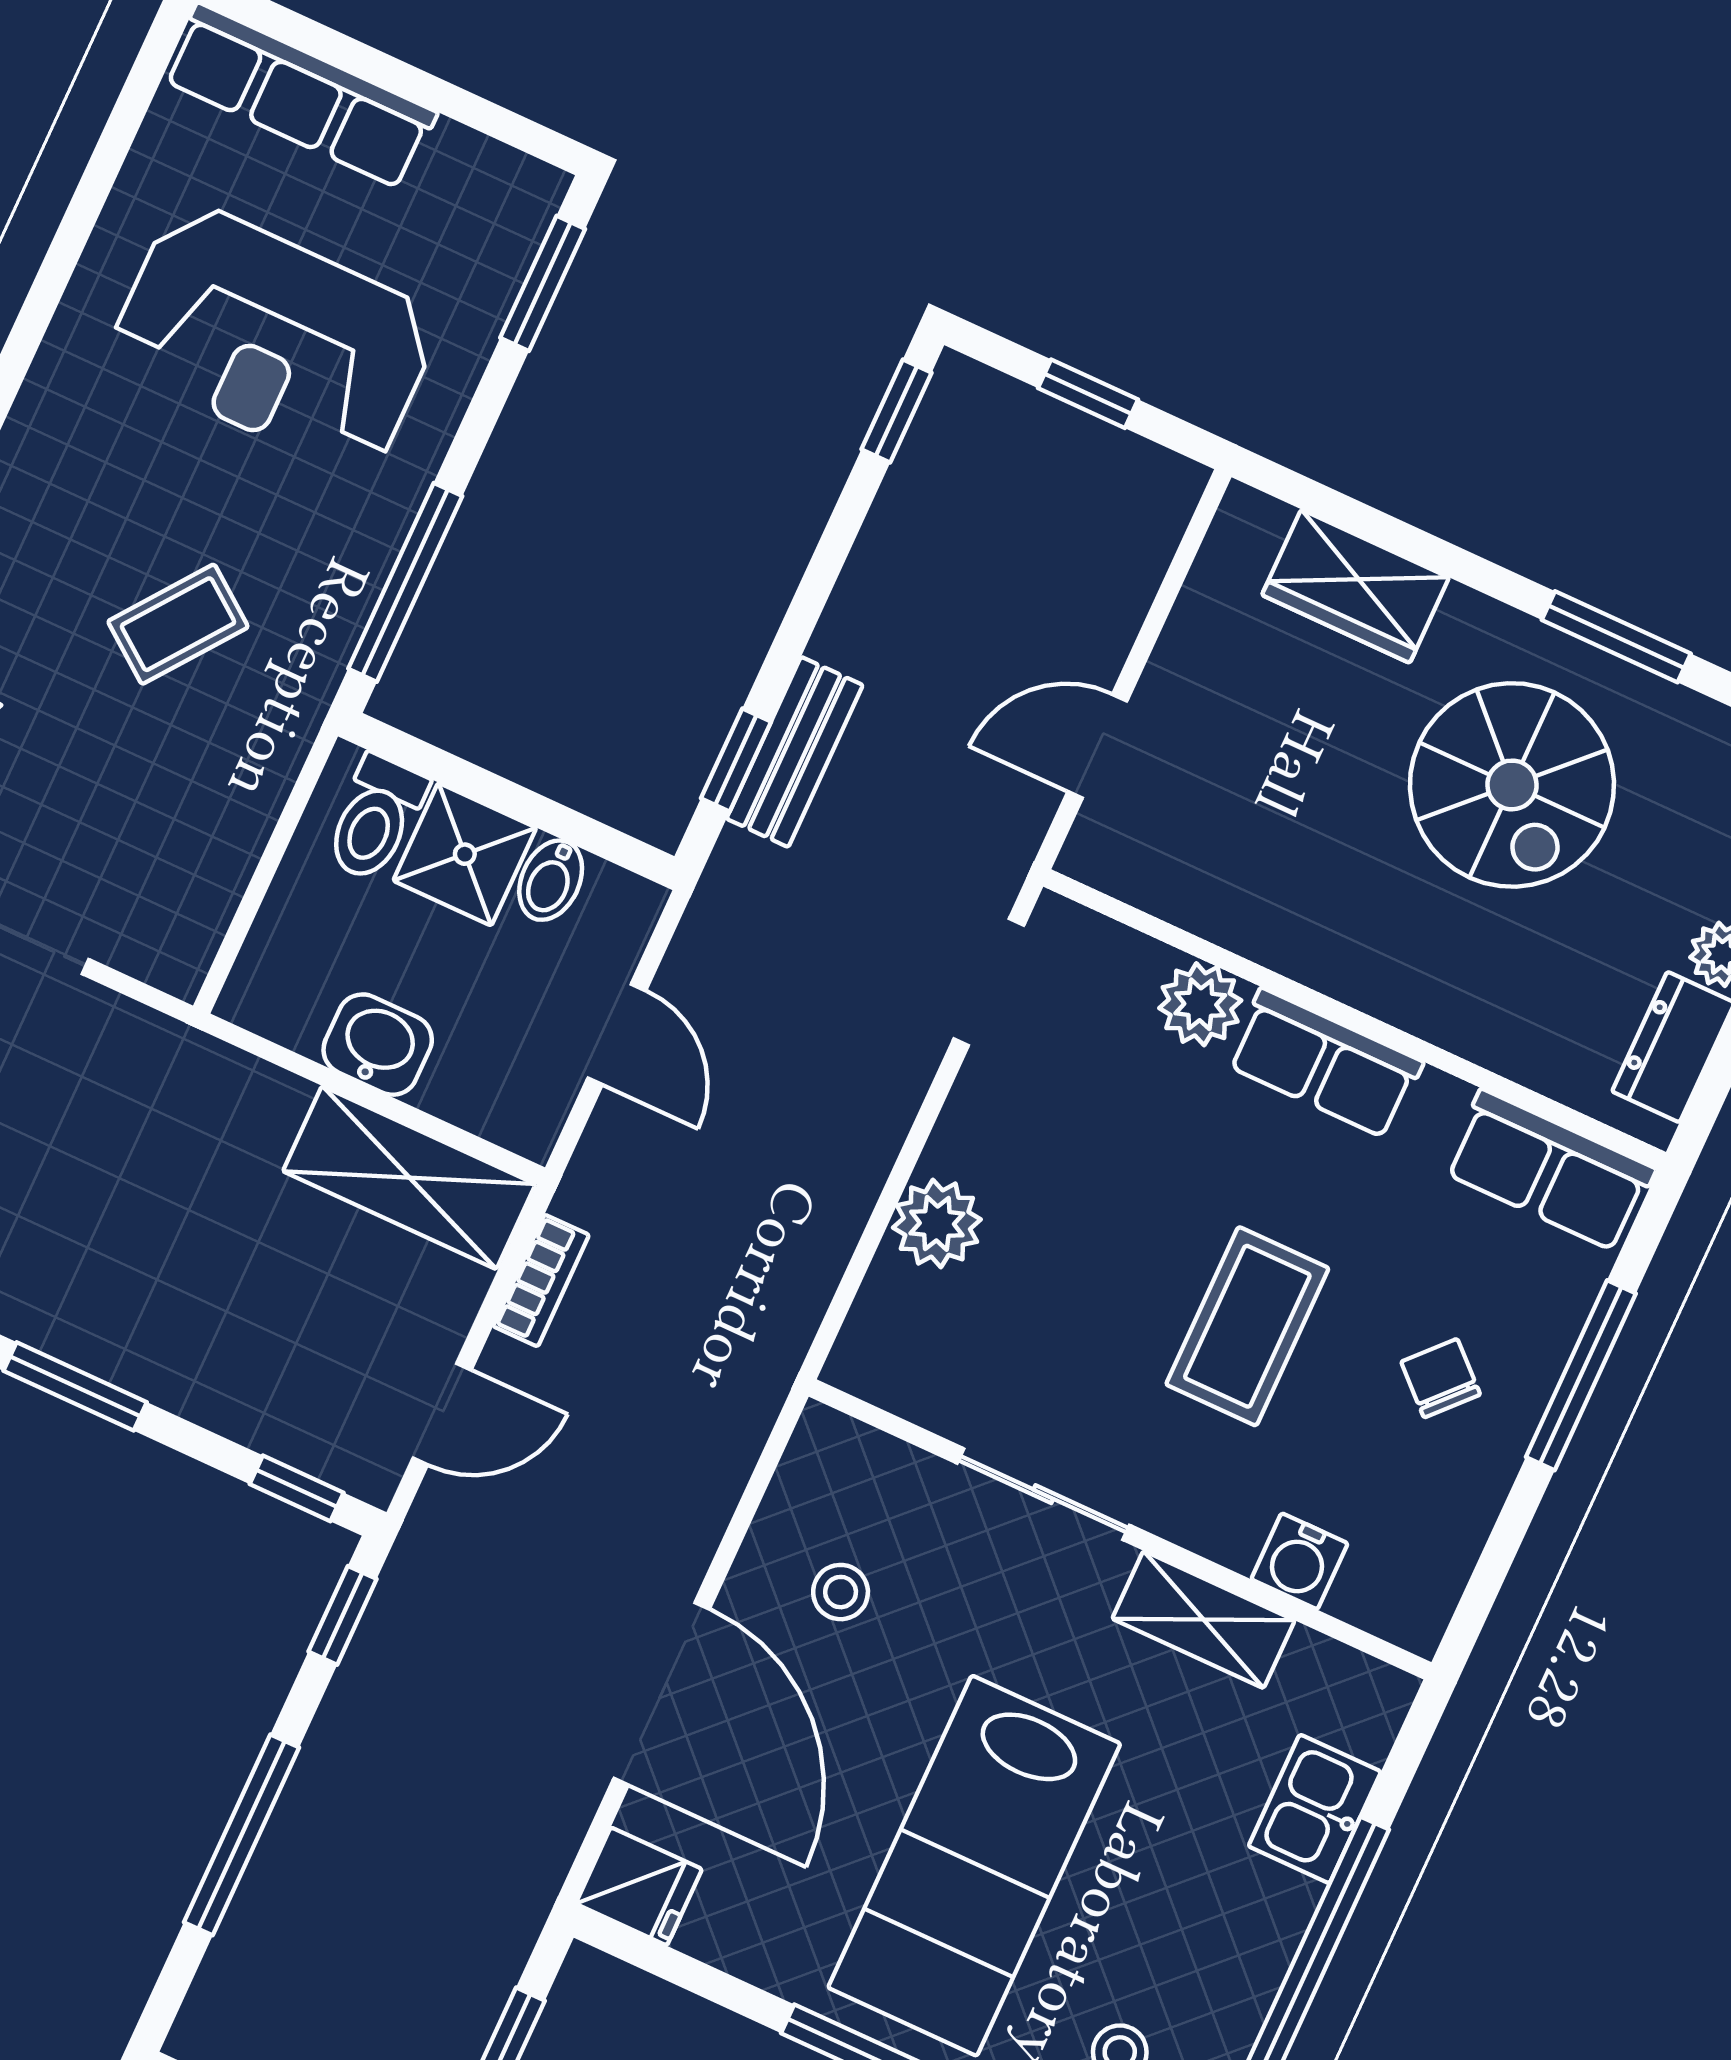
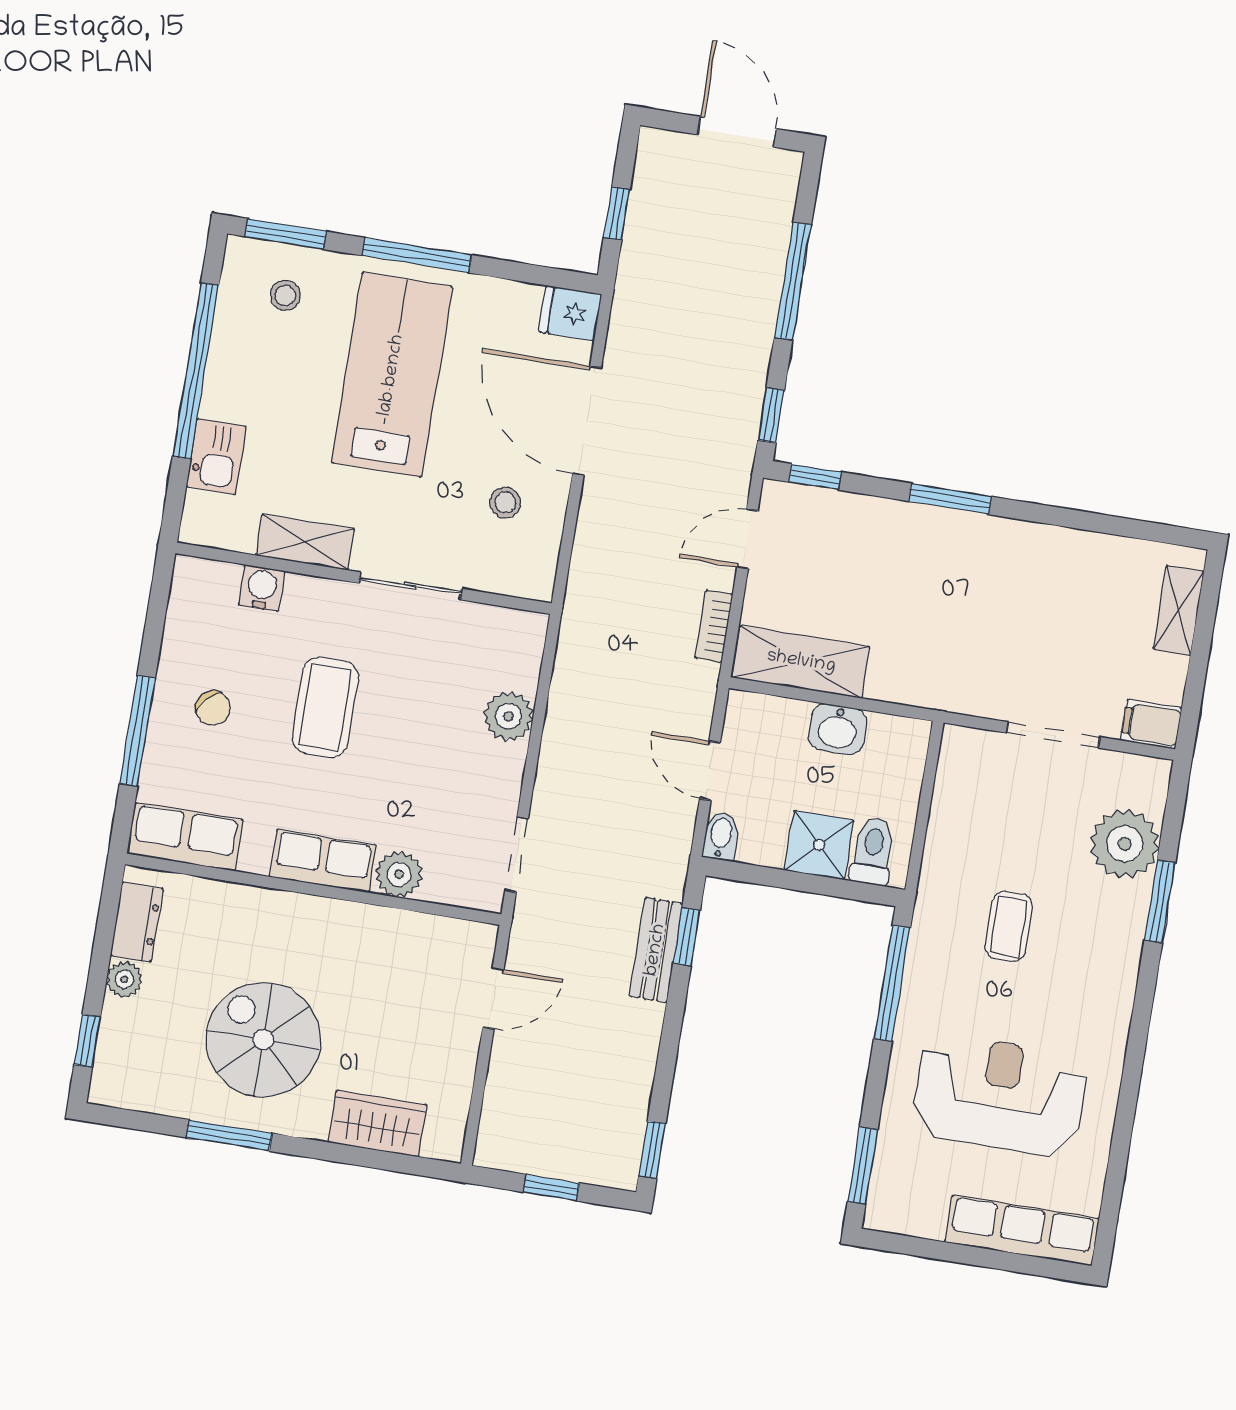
coffee table: (178, 624) -> (1009, 926), turned -37
bidet: (551, 880) -> (721, 836), moved

